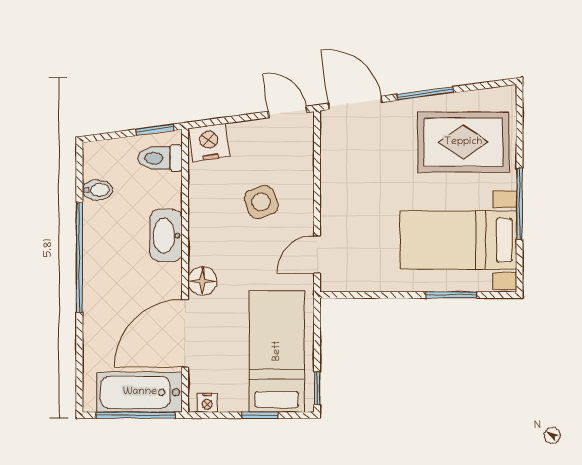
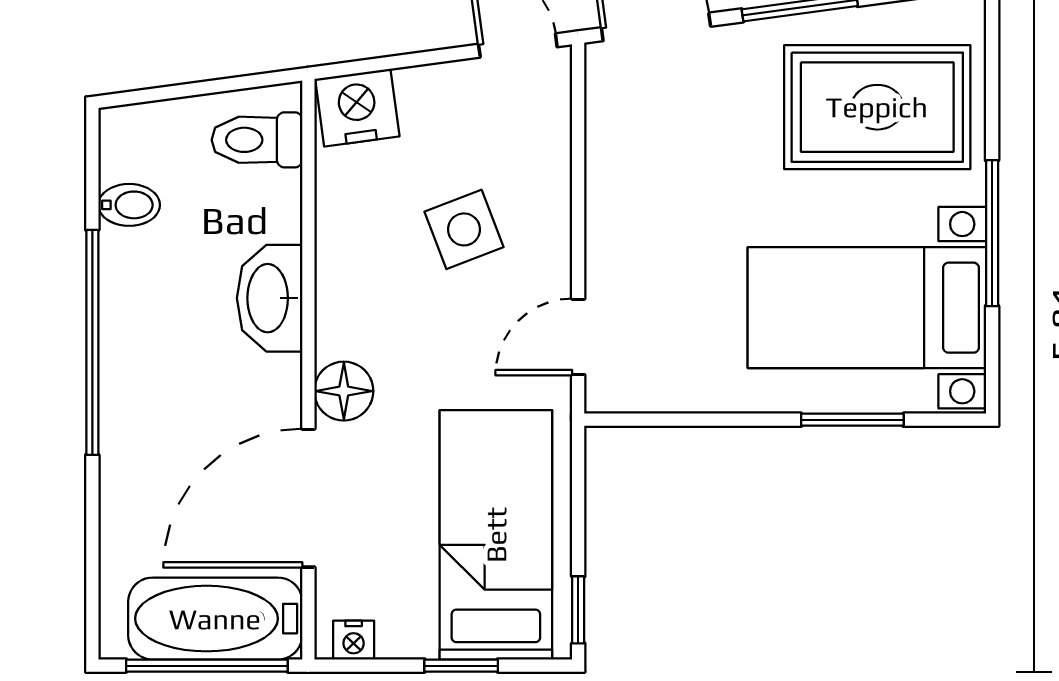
window: (155, 130) -> (246, 82), removed

